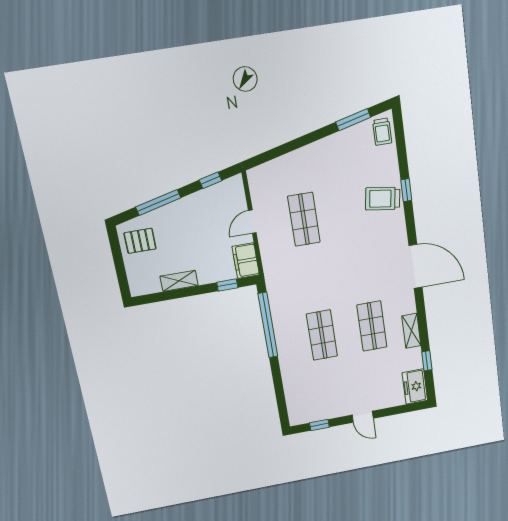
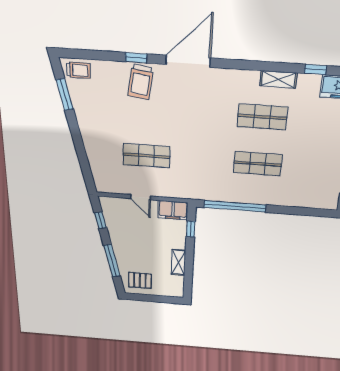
pallet: (140, 241) -> (140, 280), turned 90
door: (415, 266) -> (188, 61), moved

